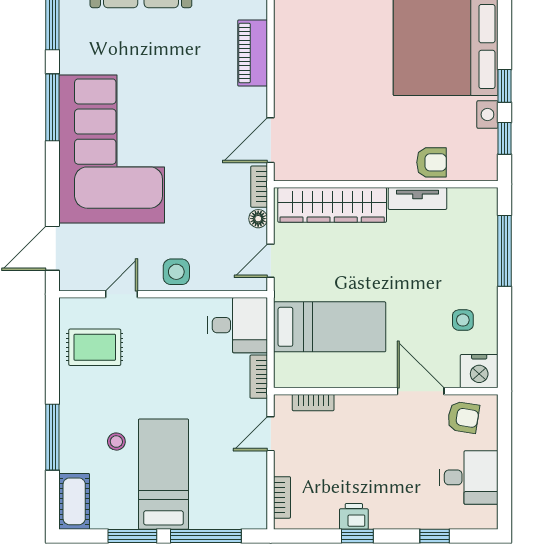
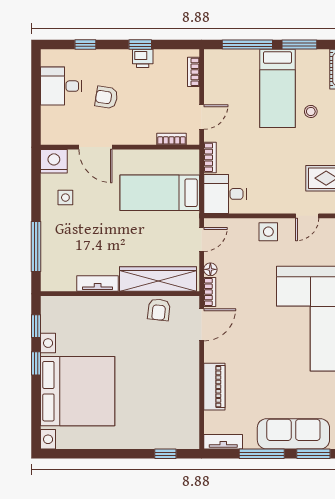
armchair: (432, 162) -> (159, 310), moved, turned -84
armchair: (463, 417) -> (106, 97), moved

